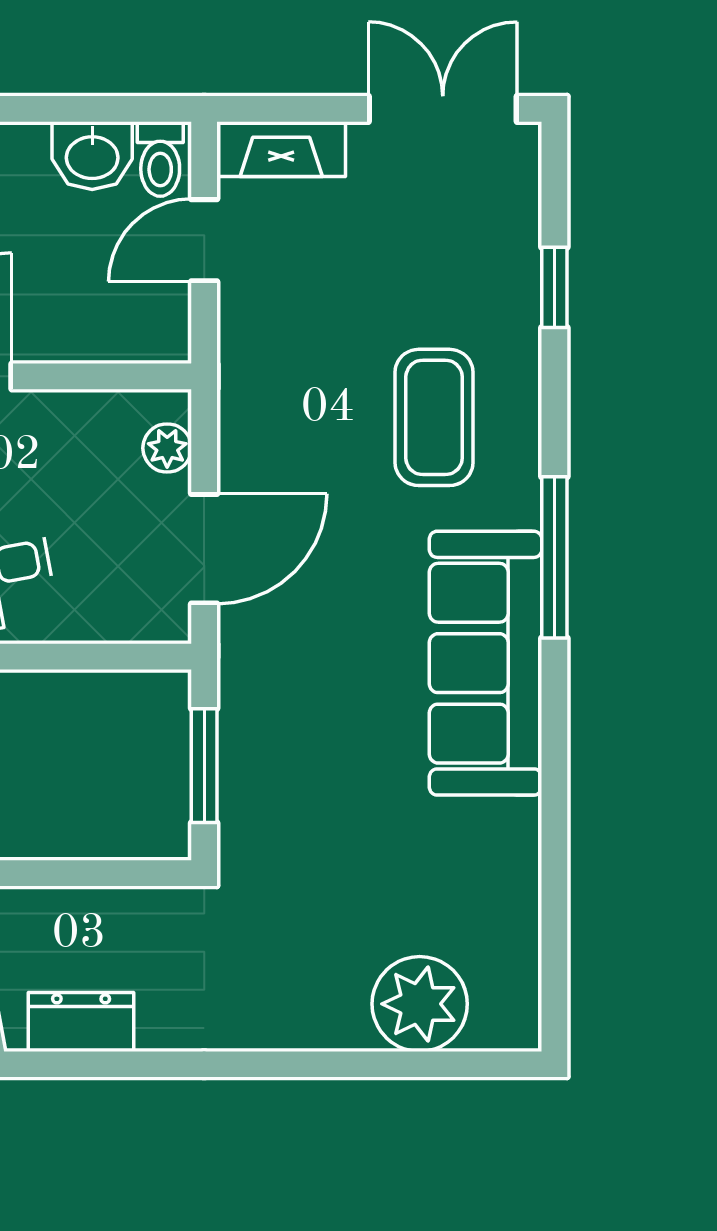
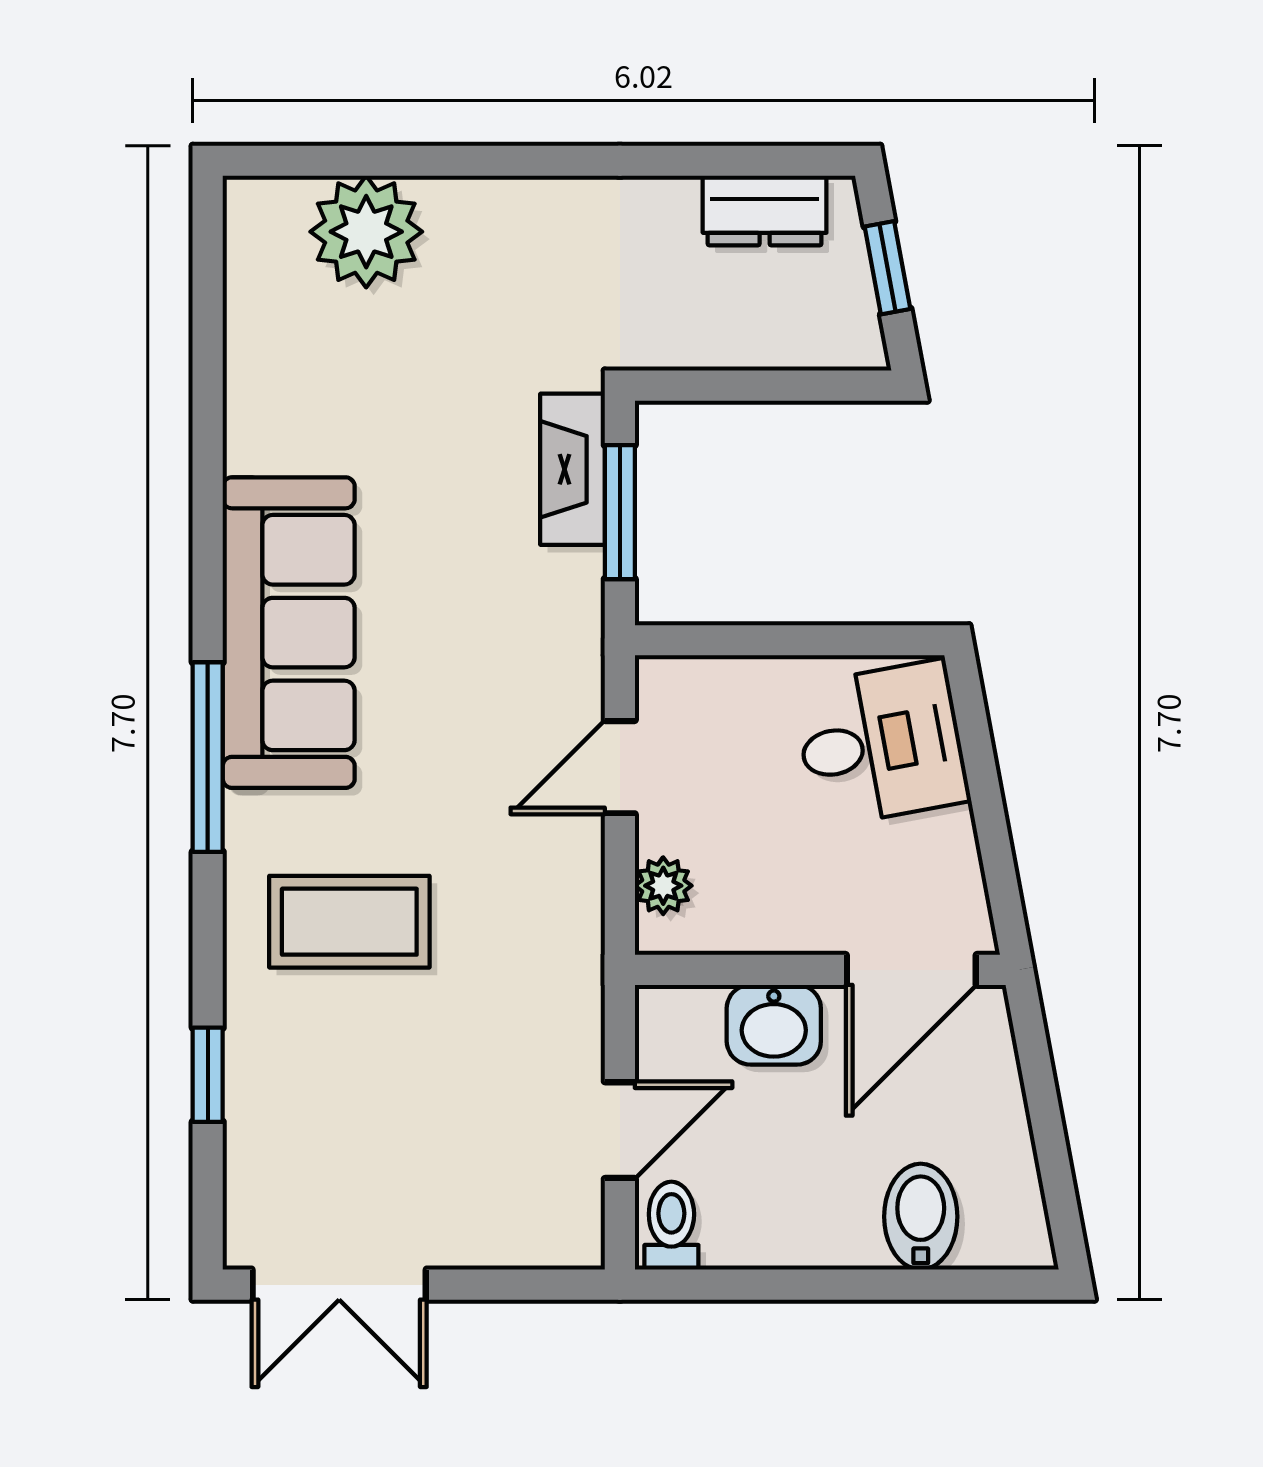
fireplace: (281, 149) -> (572, 469), moved, turned -90
washbasin: (92, 156) -> (774, 1025), moved, turned 180
coffee table: (434, 417) -> (349, 922), turned 90
door: (204, 549) -> (620, 767), width x0.73

